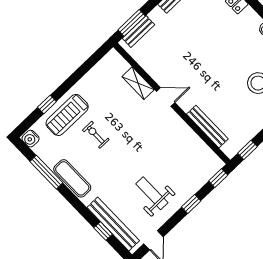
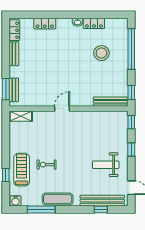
shelving: (138, 83) -> (21, 116), moved
treadmill: (67, 115) -> (22, 170), turned 180
bench: (207, 127) -> (110, 102), moved

